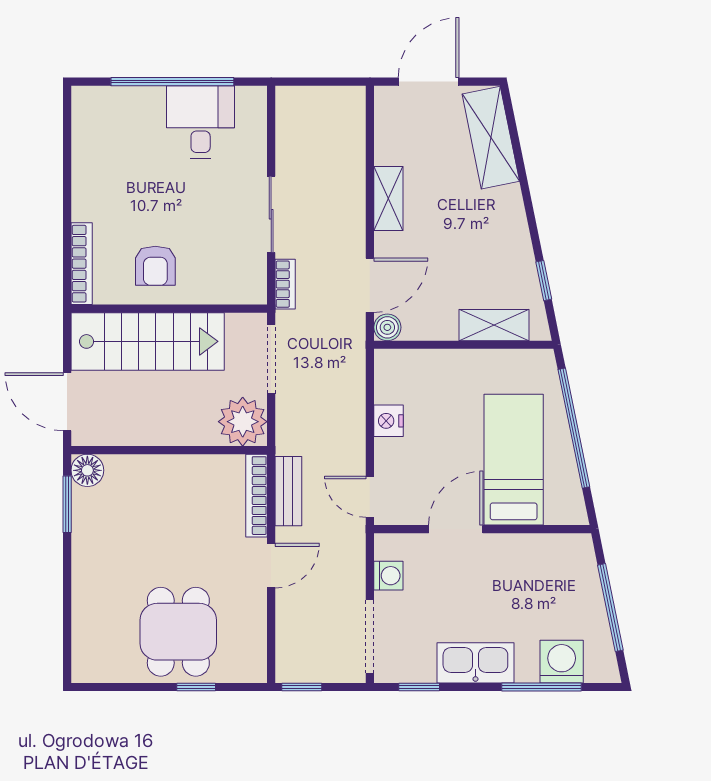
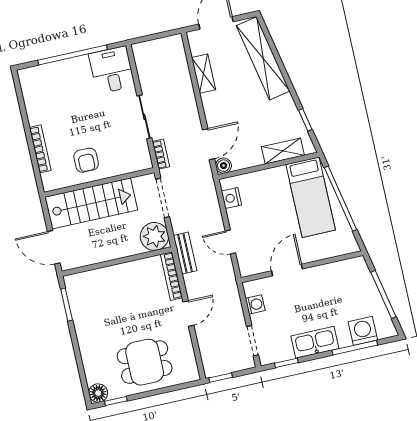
desk: (201, 122) -> (112, 70), moved
shelving: (491, 138) -> (263, 58), width x1.47
shelving: (388, 199) -> (204, 74), moved
bookcase: (82, 264) -> (40, 149), moved
nightstand: (388, 421) -> (231, 198), moved
bed: (514, 460) -> (311, 197), moved, turned 180
floor lamp: (87, 470) -> (98, 393), moved
bench: (288, 491) -> (185, 253), moved
door: (370, 497) -> (230, 242), moved
dining table: (178, 632) -> (145, 362), turned 90
doorway: (370, 637) -> (252, 341), width x0.73
window: (196, 687) -> (116, 401), moved

